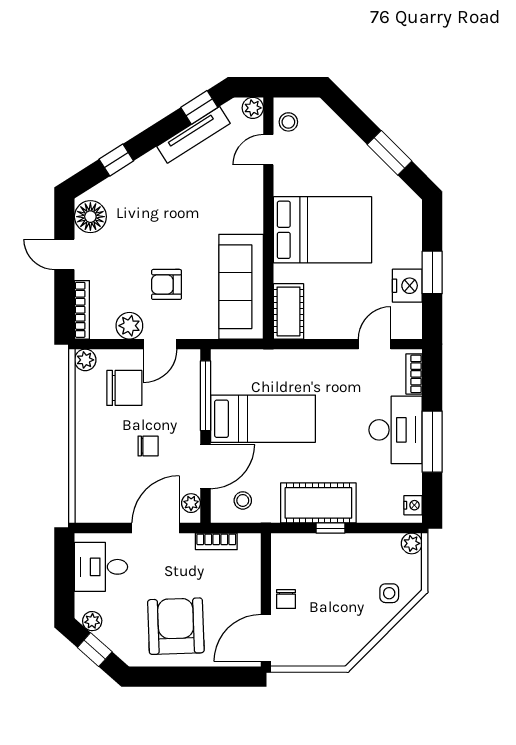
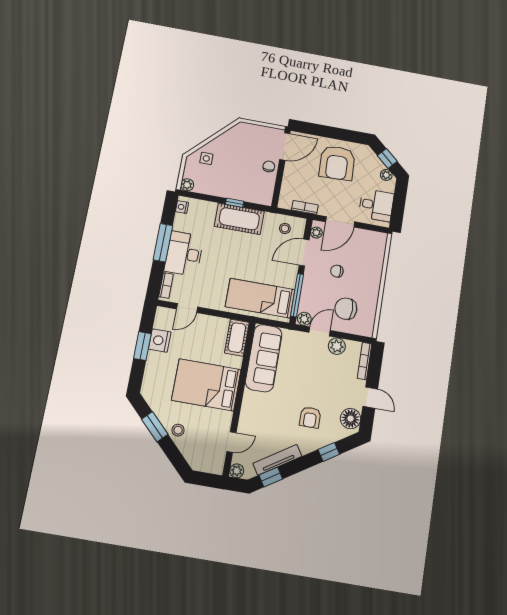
stool: (288, 122) -> (178, 430), moved
armchair: (167, 284) -> (310, 417), moved, turned 90
plant: (85, 360) -> (304, 319), moved
bed: (263, 419) -> (260, 298), moved

